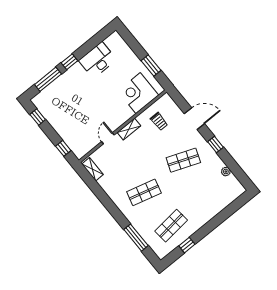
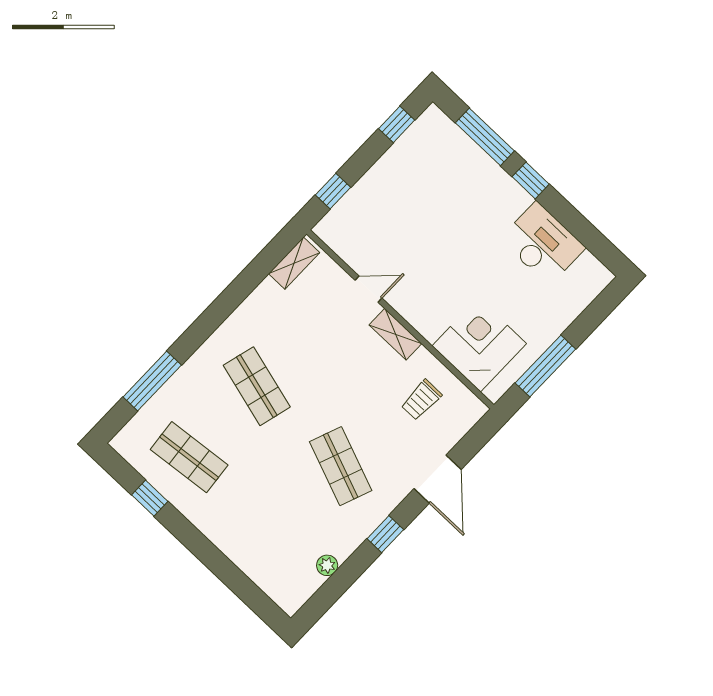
window: (151, 66) -> (545, 366), width x1.44

